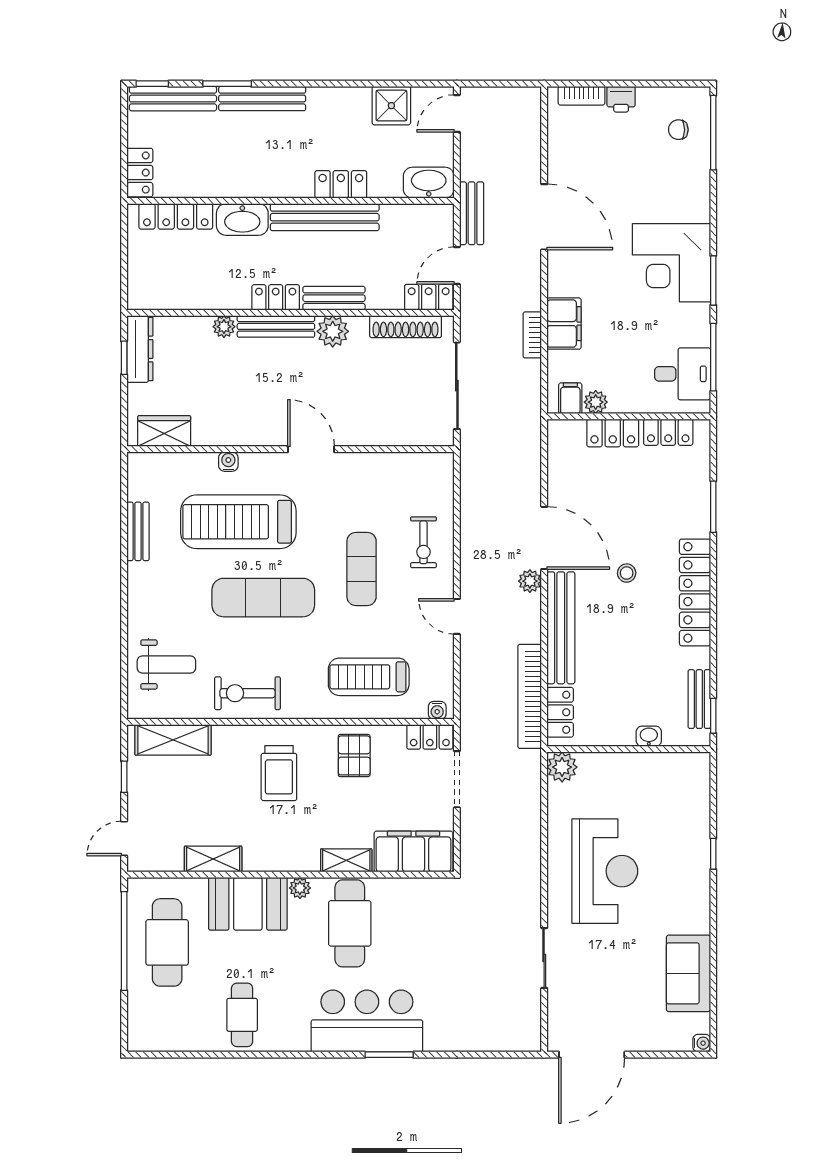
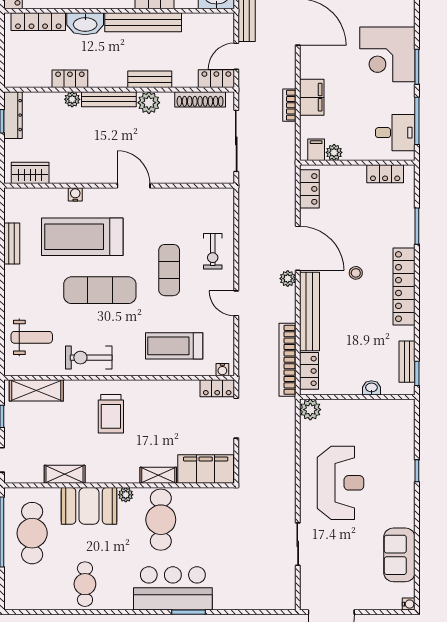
locker: (276, 297) -> (70, 79), moved
locker: (613, 433) -> (309, 189), moved, turned -90
pallet: (354, 755) -> (164, 401), removed

